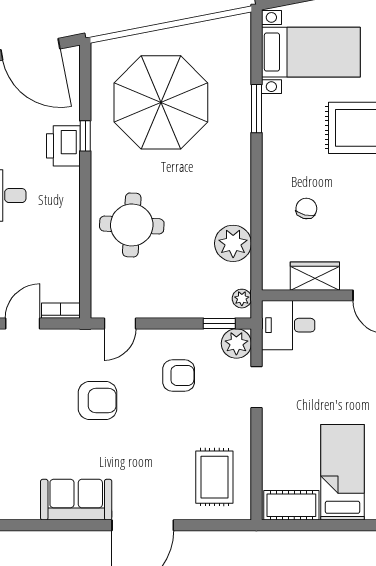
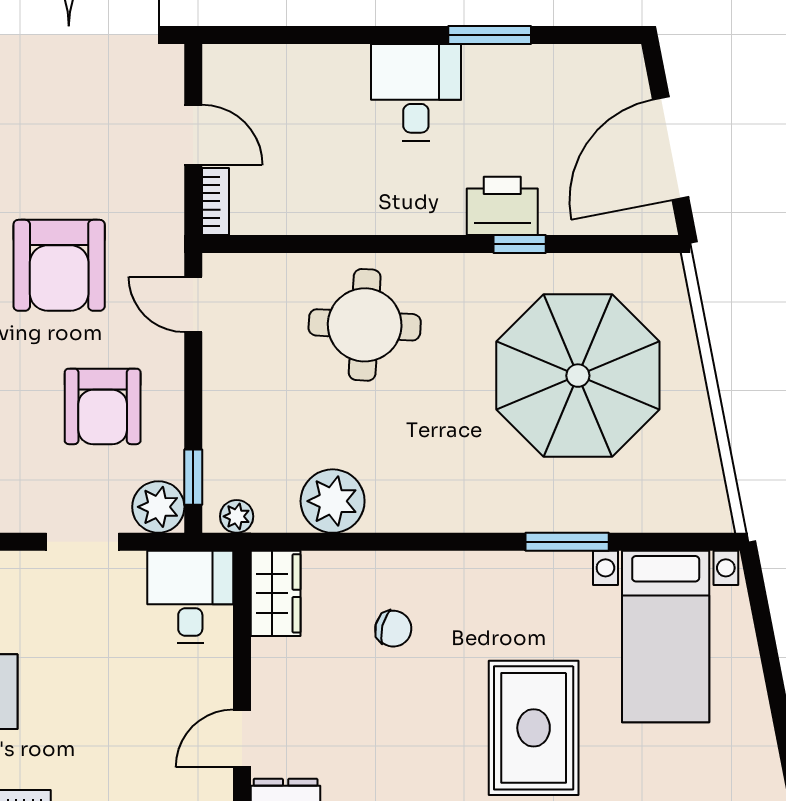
wardrobe: (315, 276) -> (276, 593), moved
armchair: (179, 376) -> (103, 406), width x1.38, depth x1.38
armchair: (98, 401) -> (59, 265), width x1.36, depth x1.36

